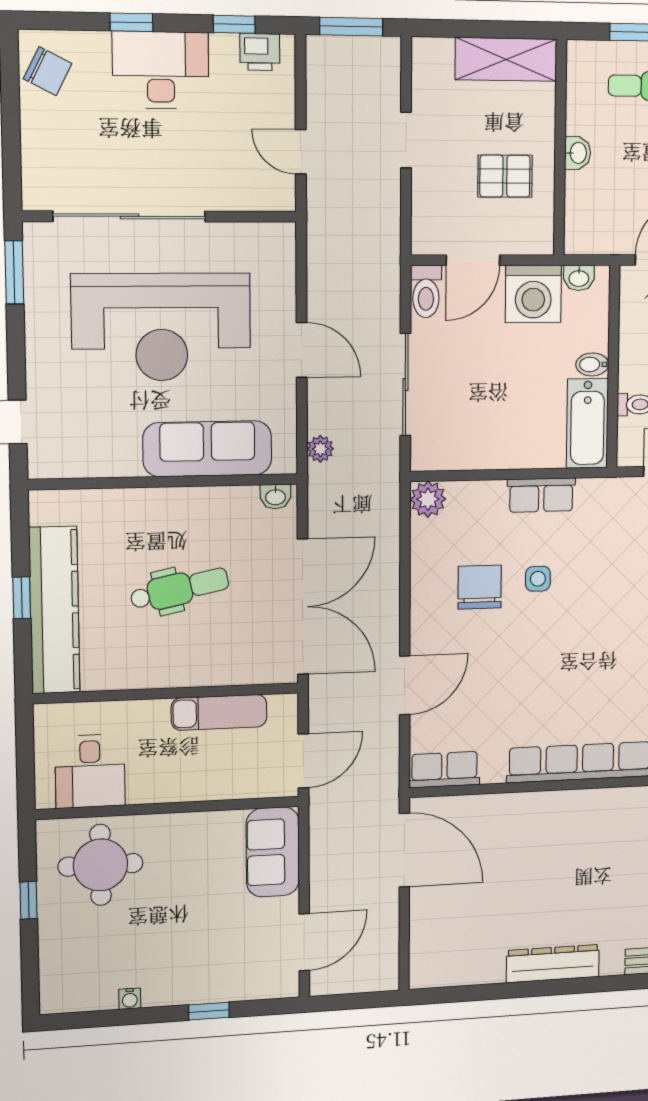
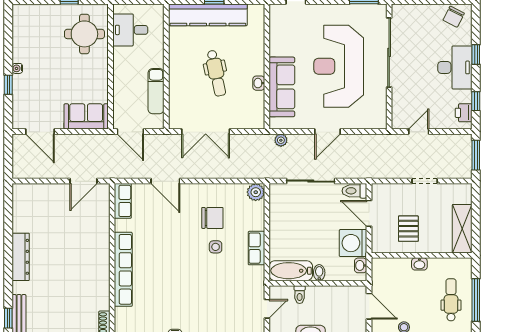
washbasin: (276, 497) -> (259, 83), moved
double door: (303, 607) -> (206, 132), width x0.73
door: (404, 850) -> (83, 181), width x0.73
water cooler: (130, 999) -> (17, 68), moved

